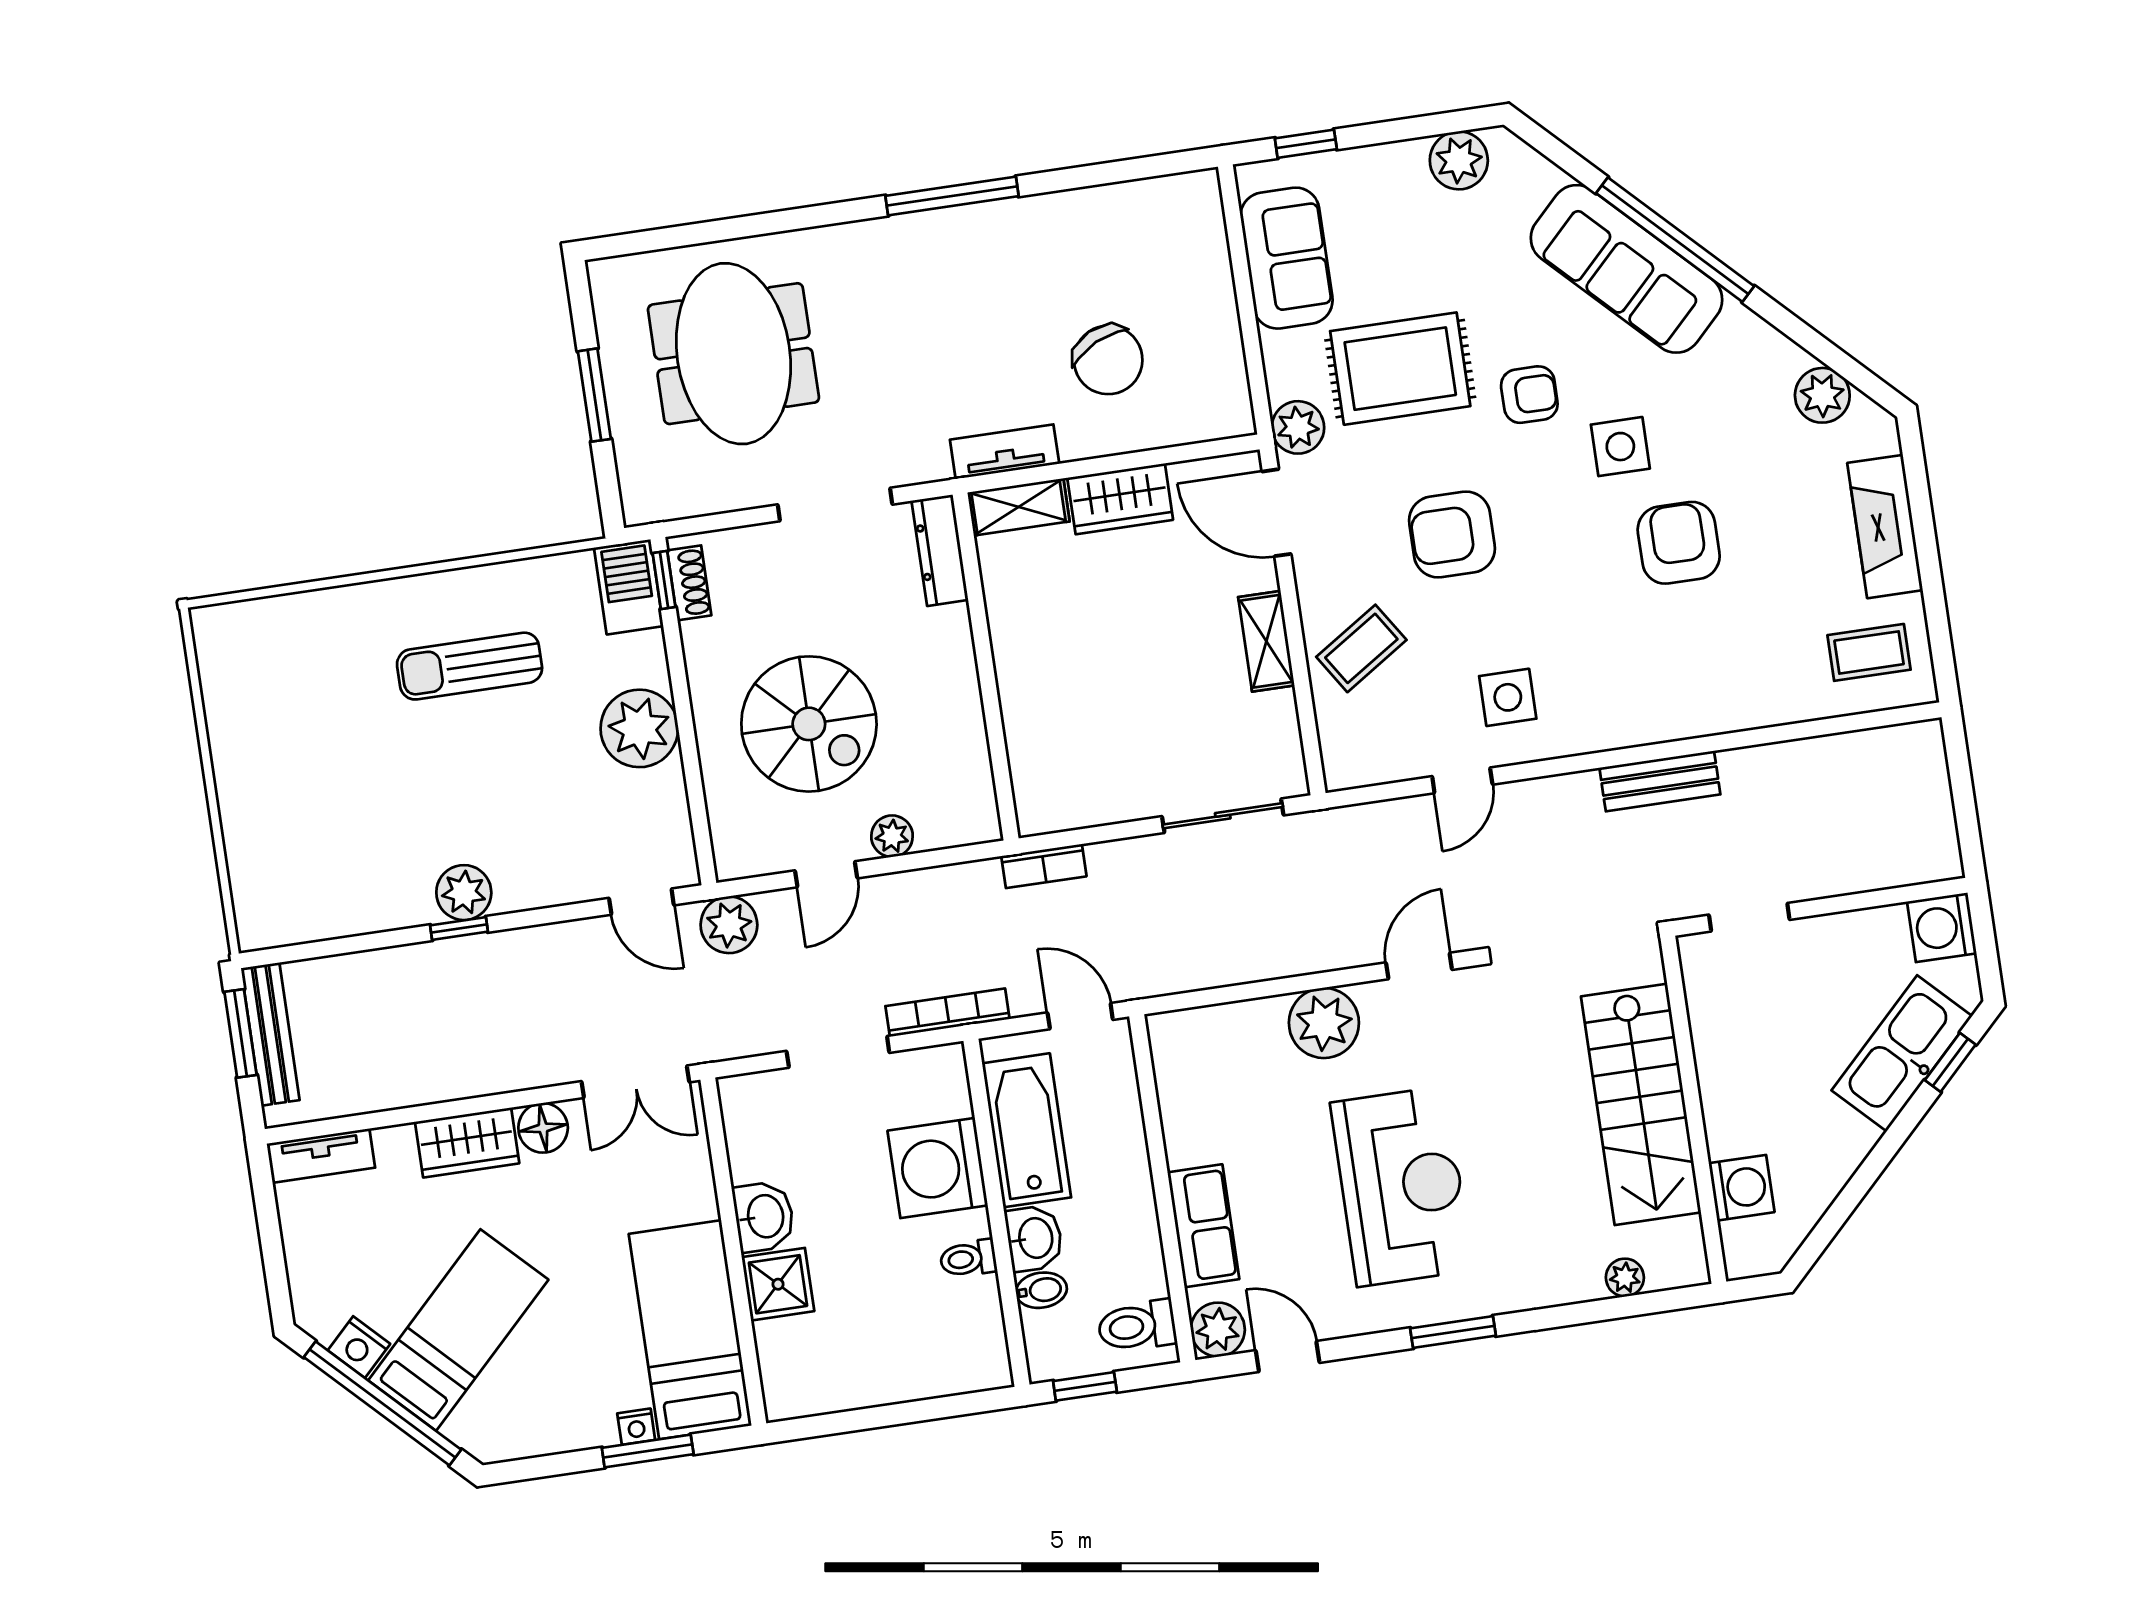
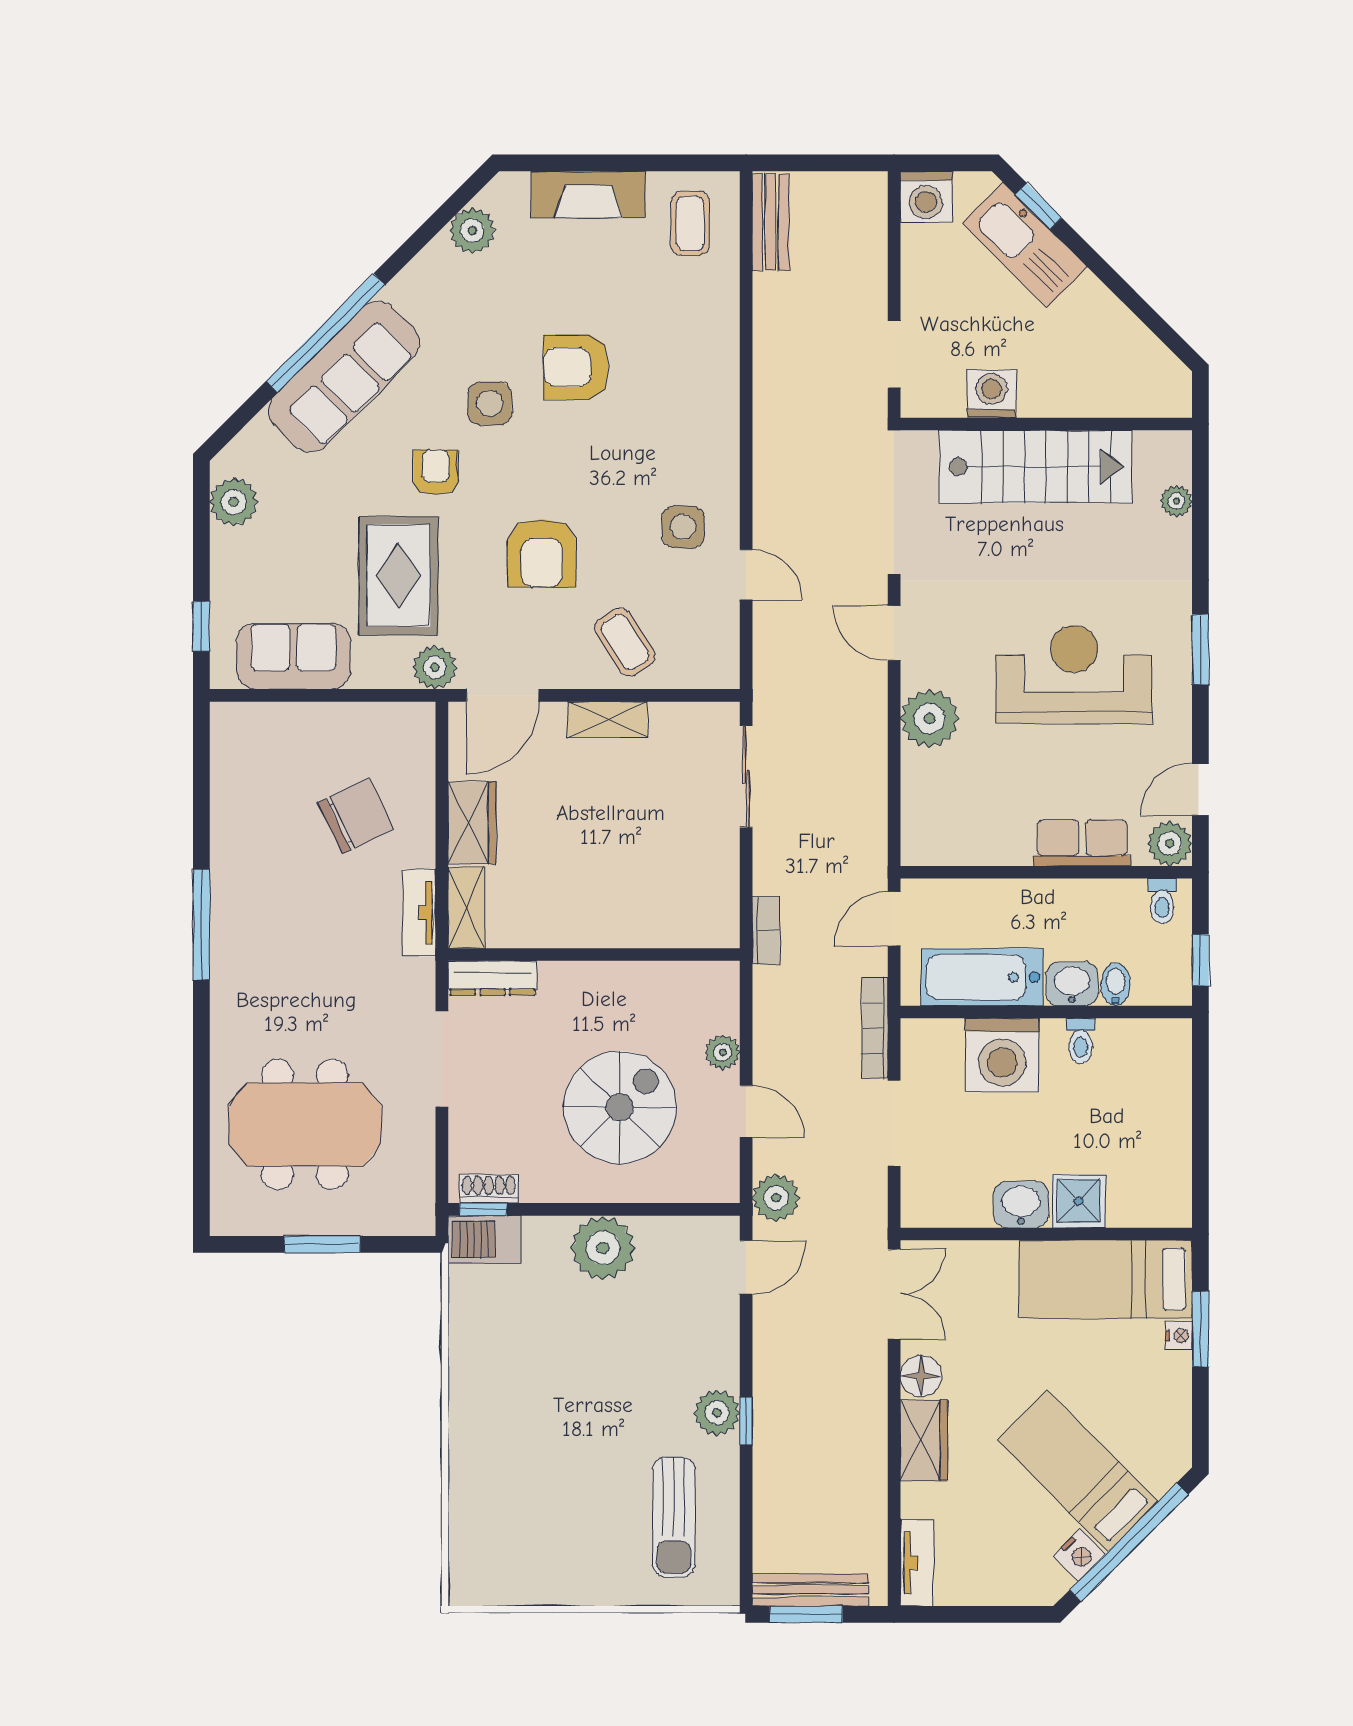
sun lounger: (470, 666) -> (674, 1517), moved
bench: (1660, 781) -> (771, 222), moved
washing machine: (1742, 1188) -> (992, 394), moved
toilet: (1137, 1326) -> (1162, 901), width x0.73, depth x0.72

